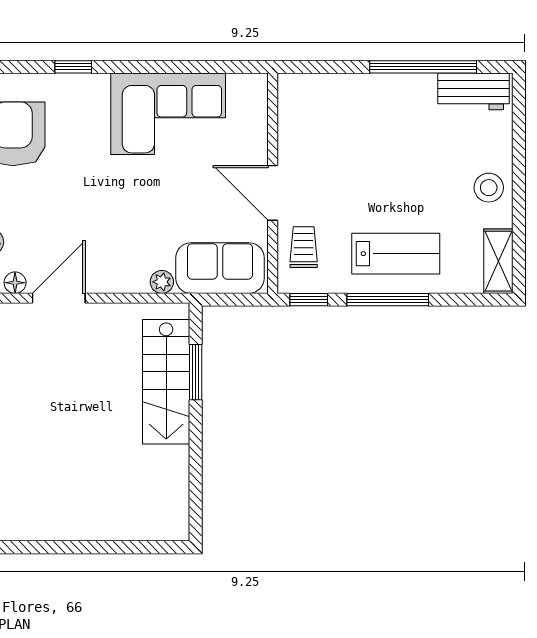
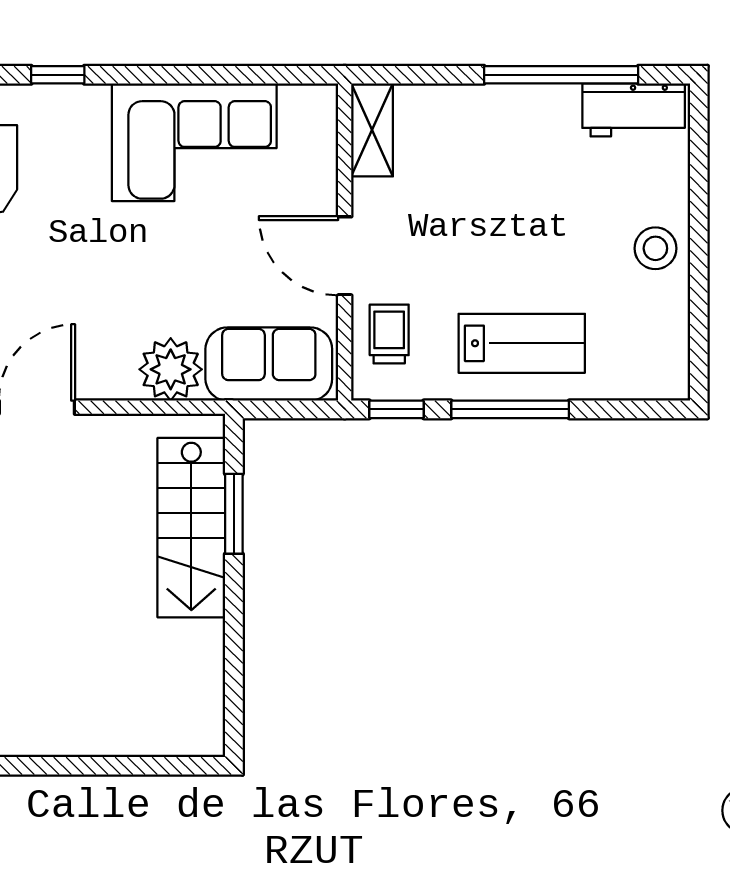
shelving: (498, 261) -> (372, 130), moved
plant: (162, 282) -> (171, 369), width x1.88, depth x1.88

